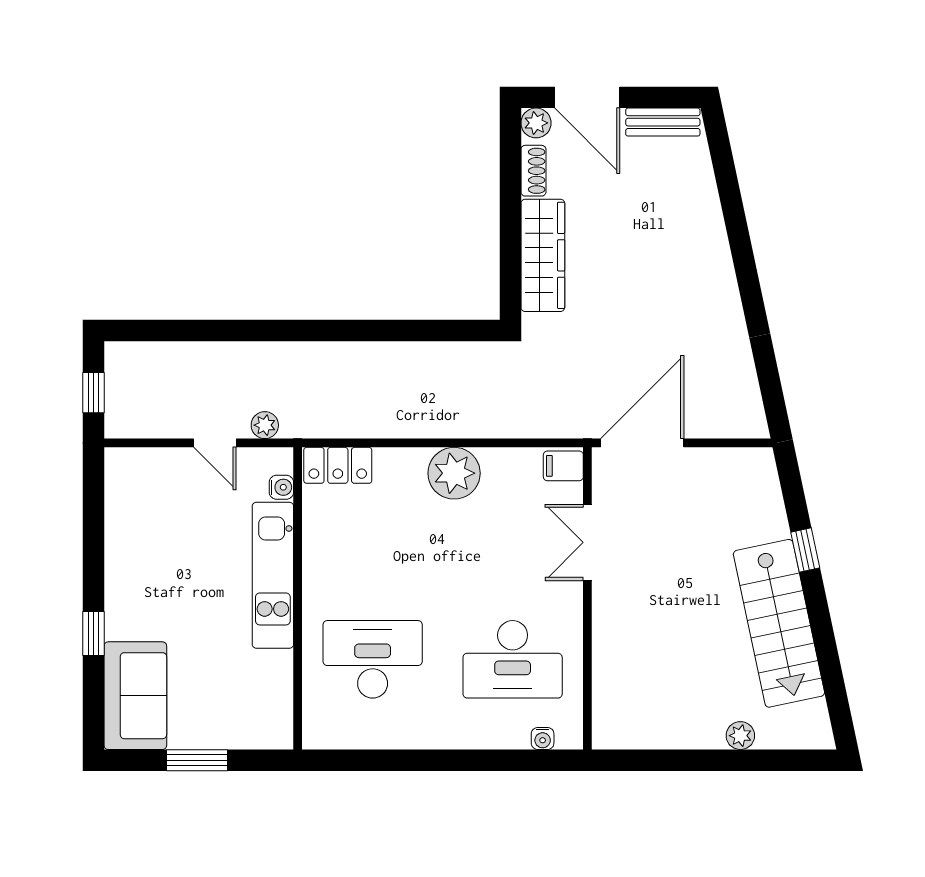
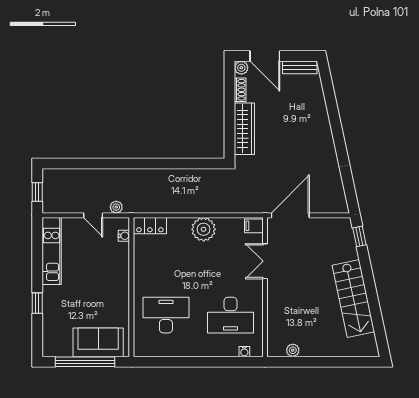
window: (805, 550) -> (359, 236), moved
kitchen unit: (273, 575) -> (52, 251), moved, turned 180
sofa: (135, 696) -> (98, 342), moved, turned -90
plant: (740, 736) -> (293, 350), moved
window: (197, 760) -> (85, 362), width x2.11

